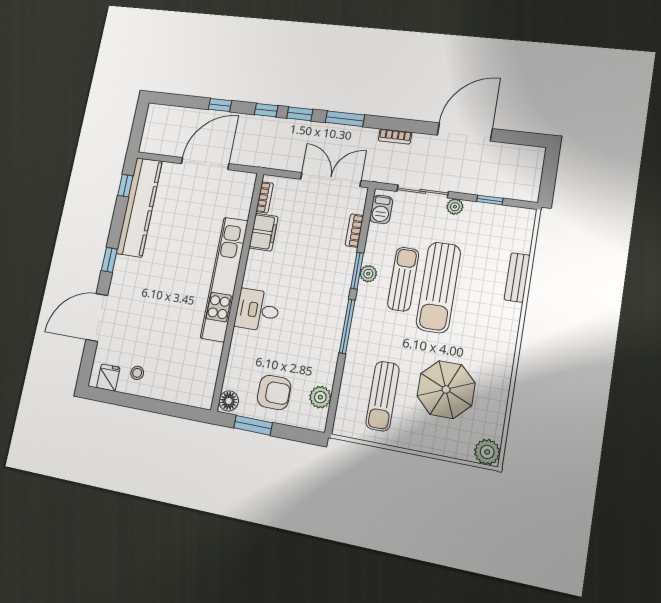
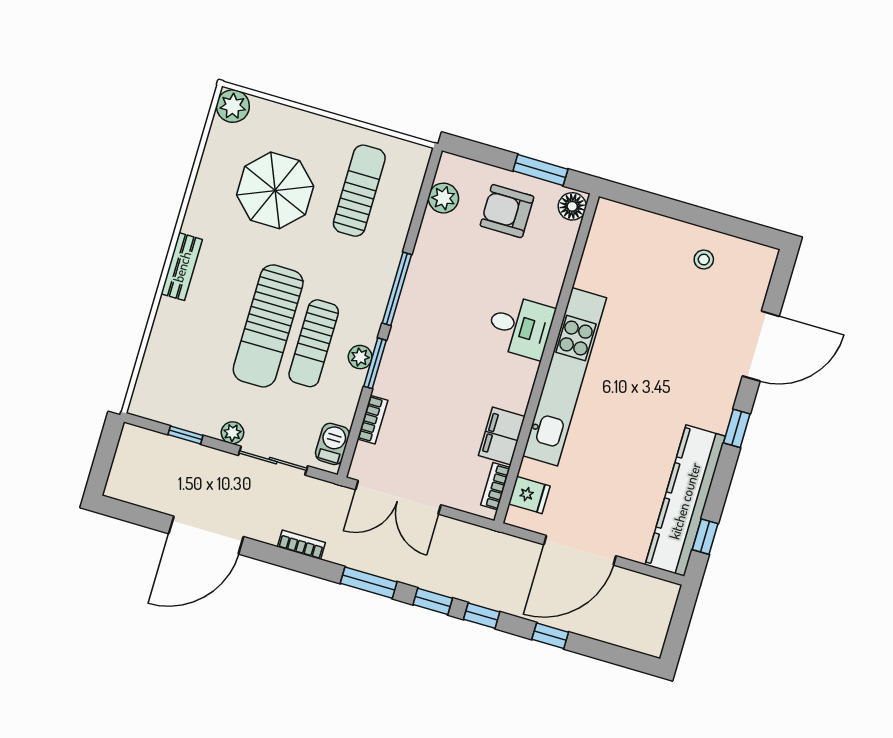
bench: (517, 278) -> (182, 267), moved
sun lounger: (438, 287) -> (268, 326), turned 180
fridge: (108, 378) -> (529, 495), moved, turned -90

